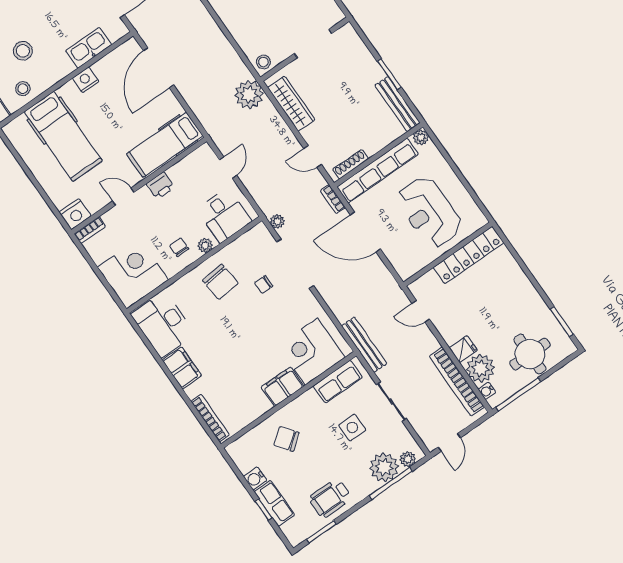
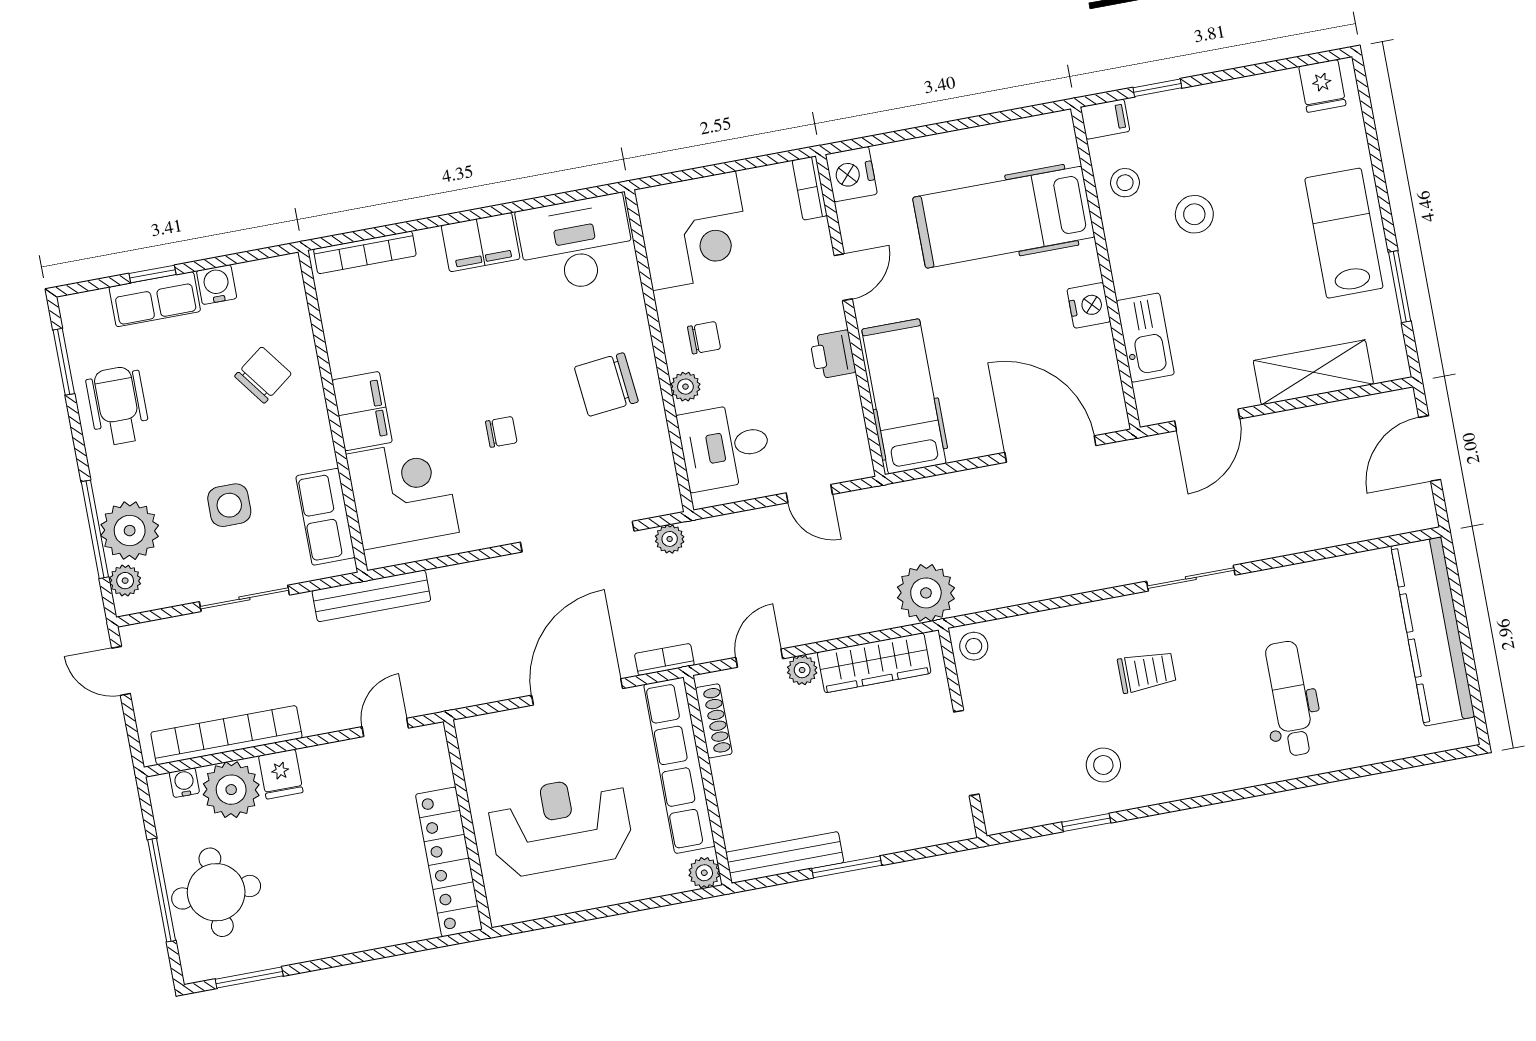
plant: (309, 135) -> (802, 670), added
chair: (264, 285) -> (501, 432), moved, turned 90
window: (518, 394) -> (162, 890), moved

